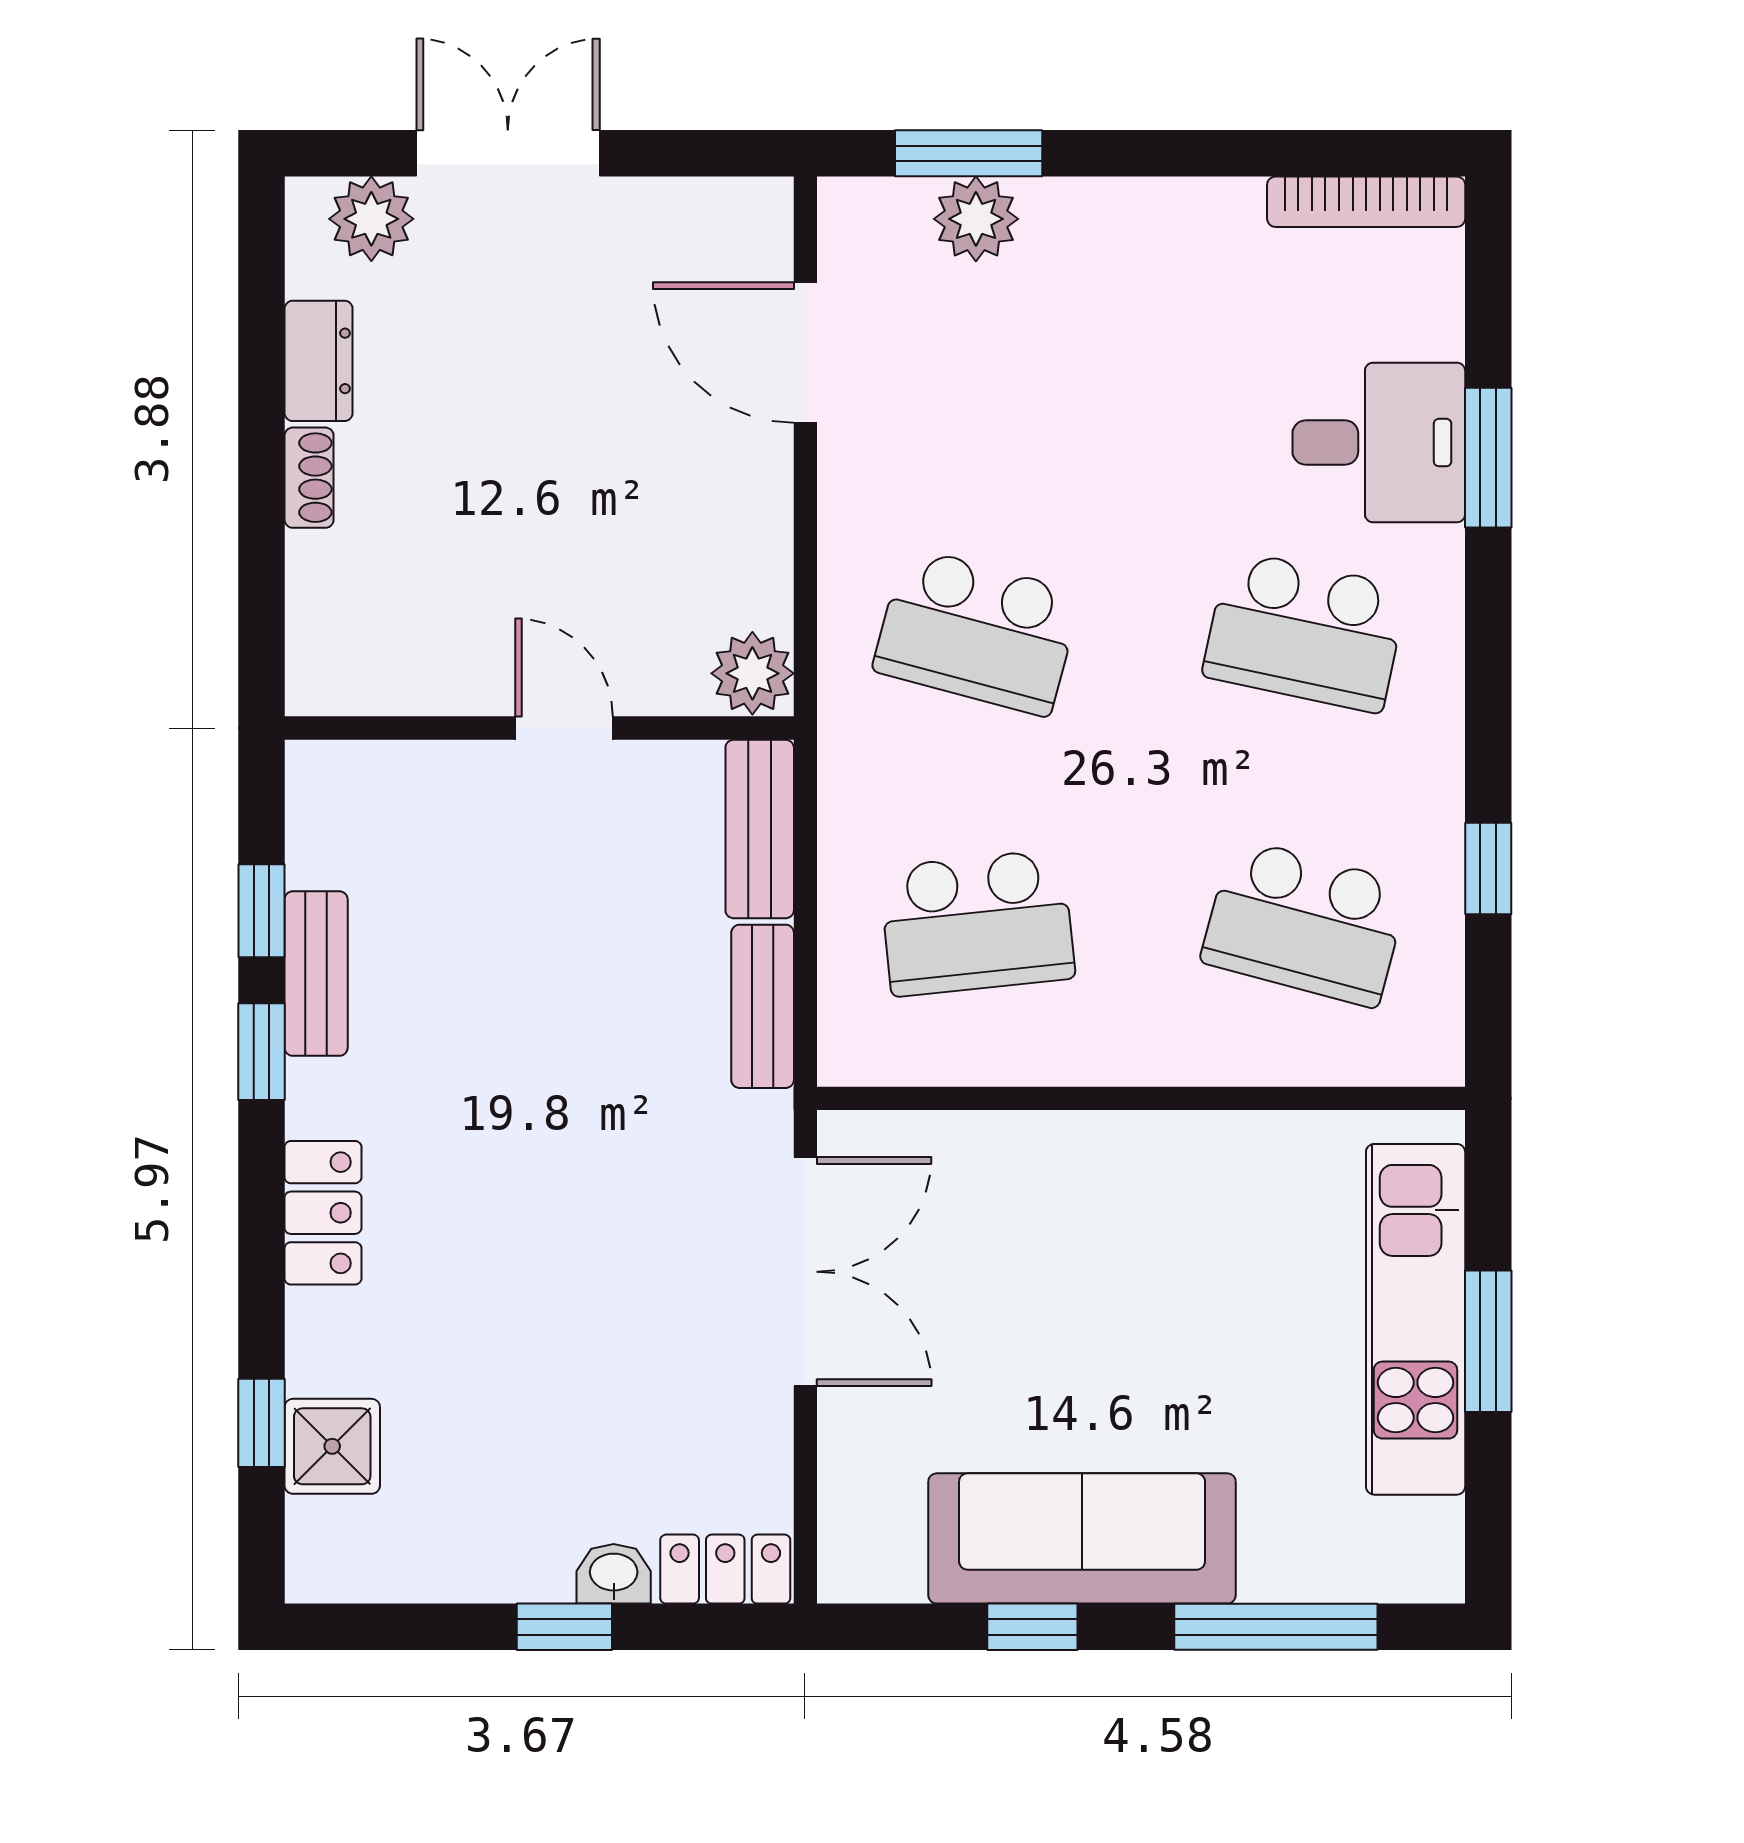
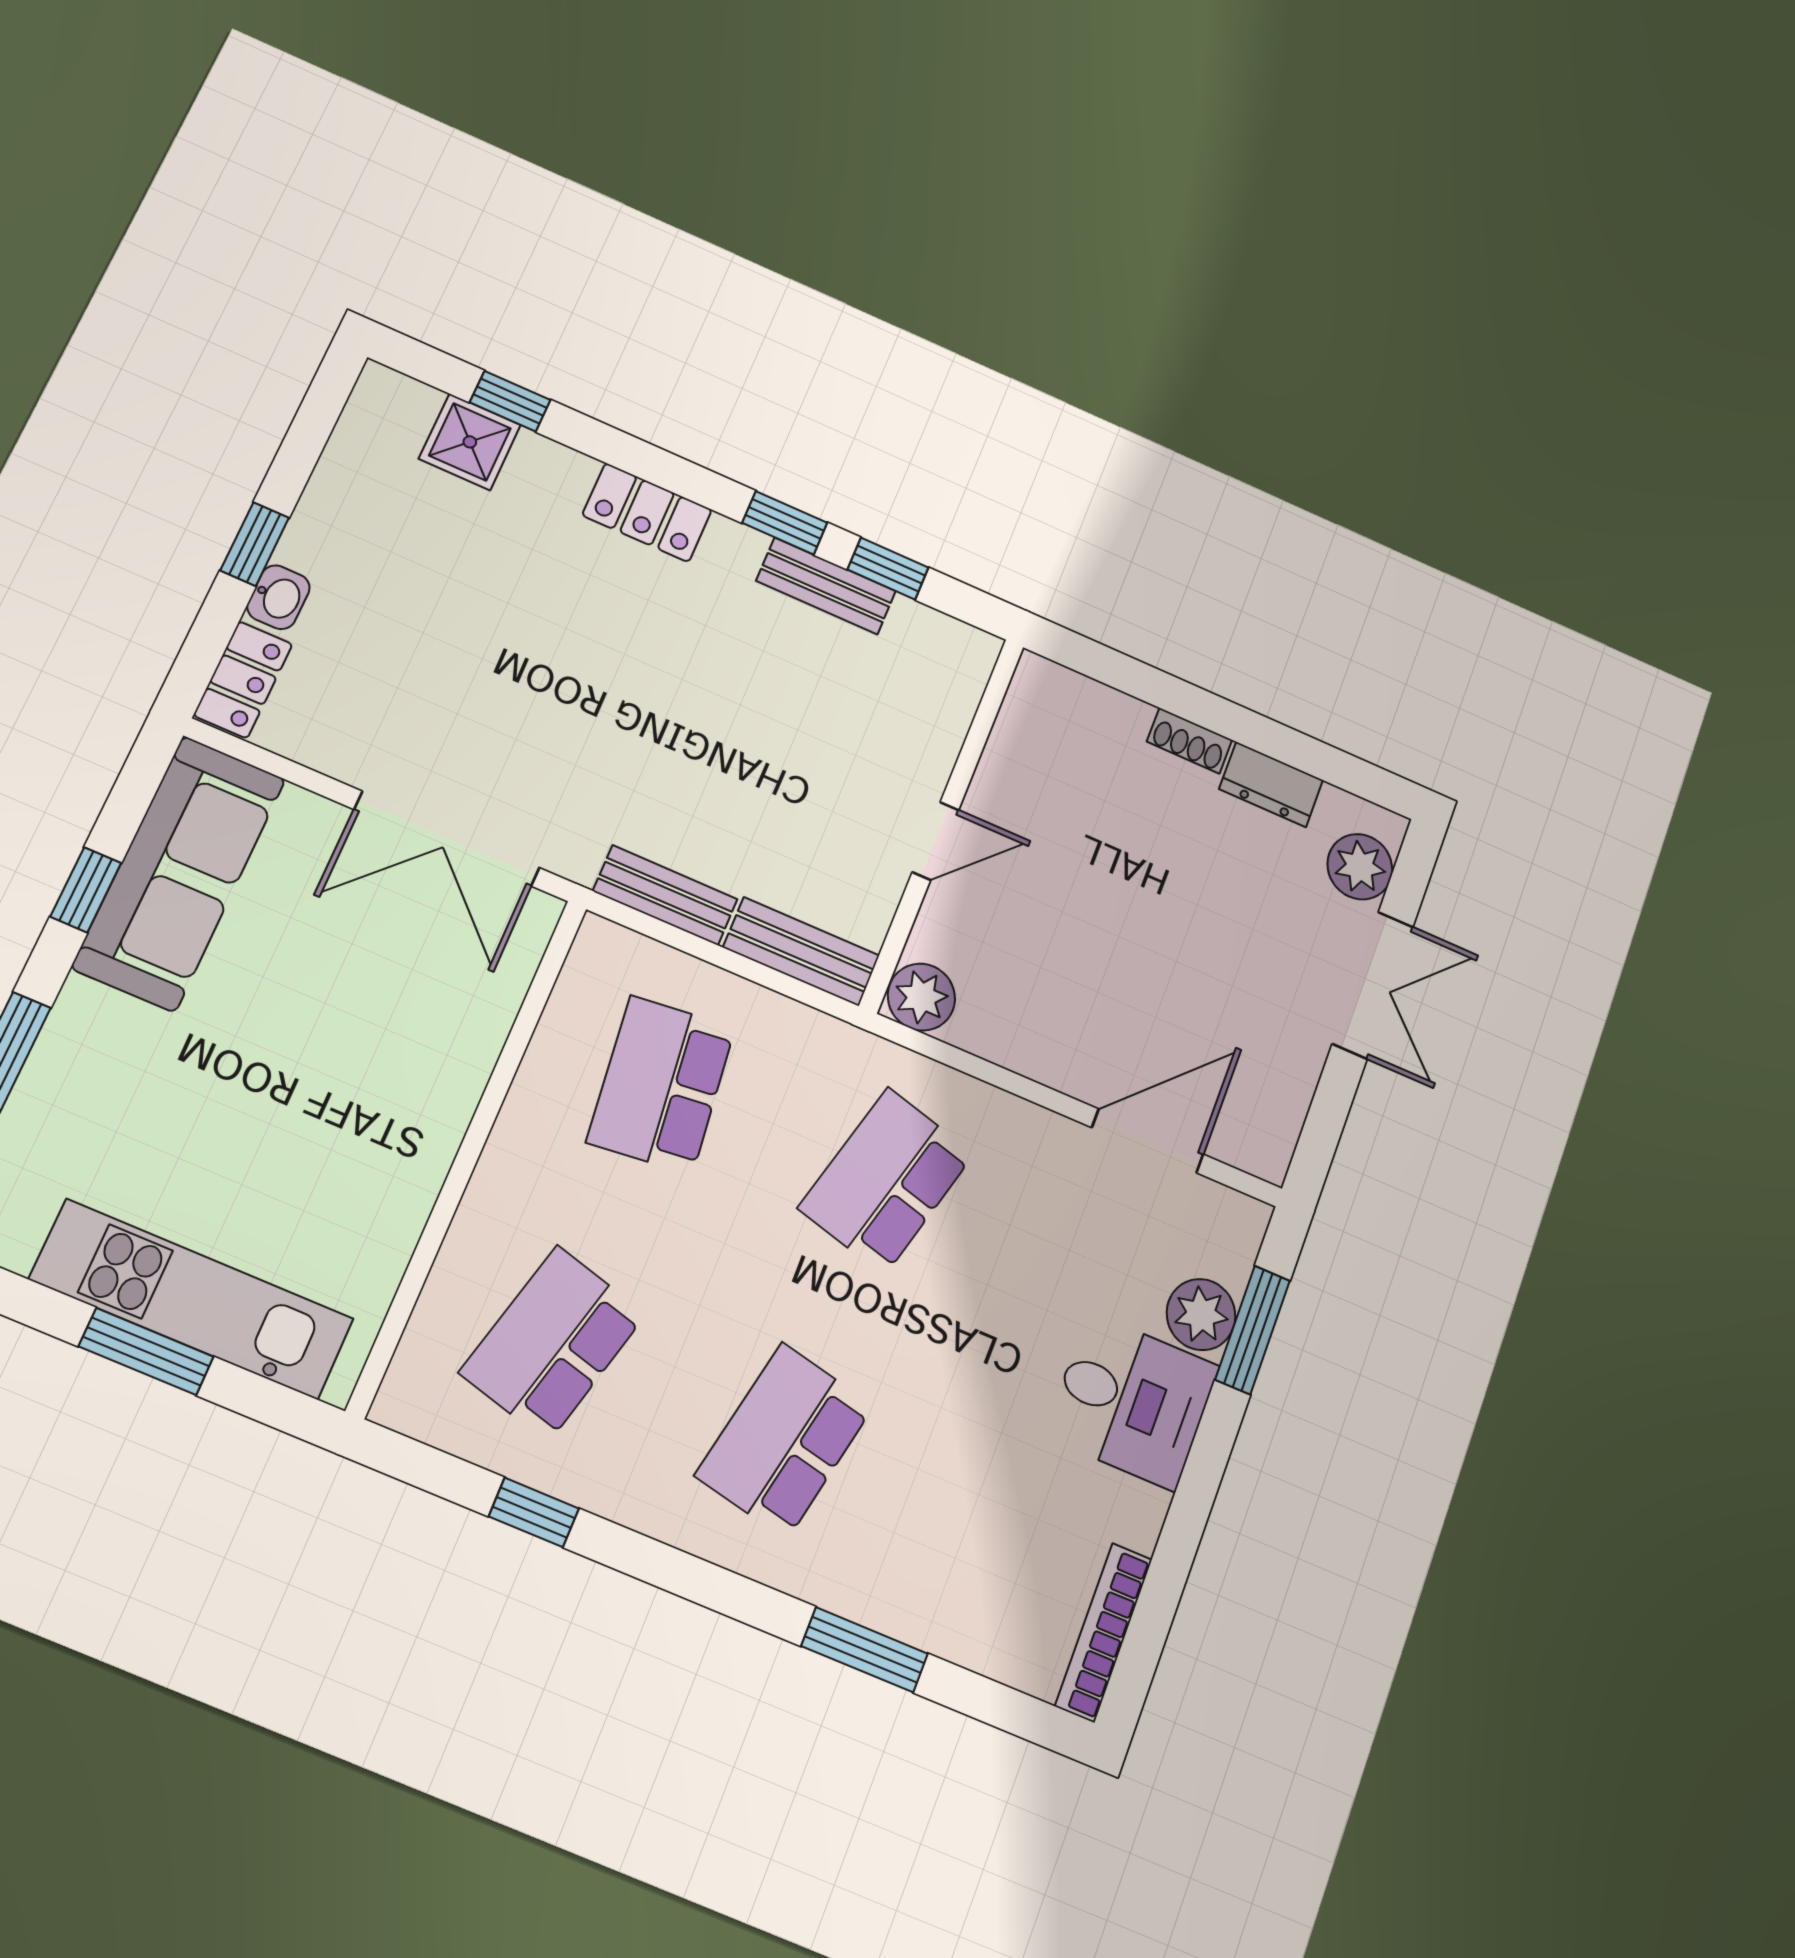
desk: (1379, 443) -> (1132, 1401), moved, turned -90
sofa: (1082, 1538) -> (179, 873), moved

